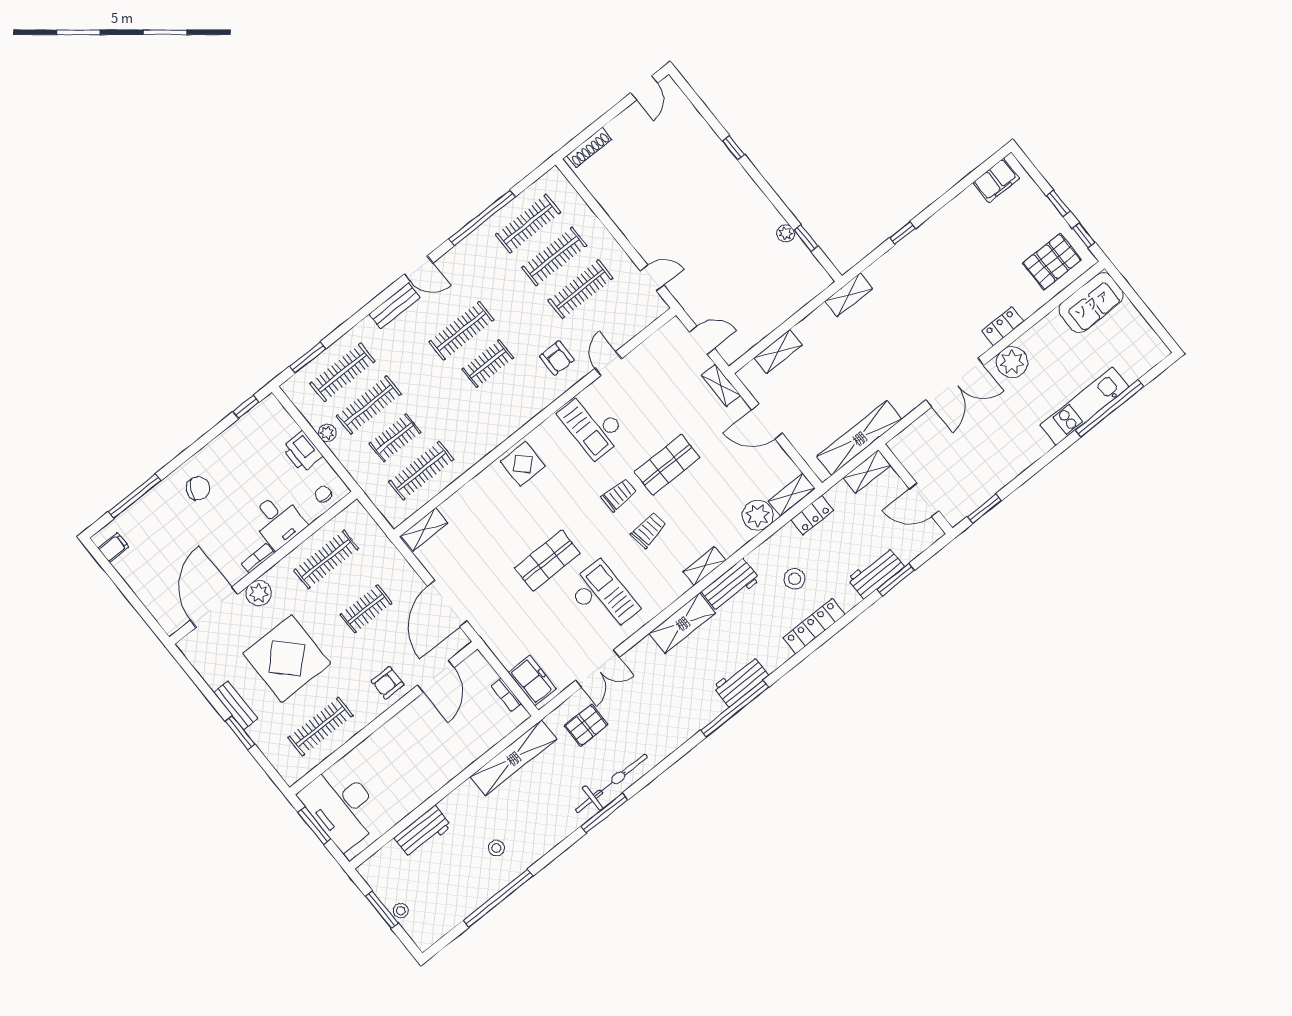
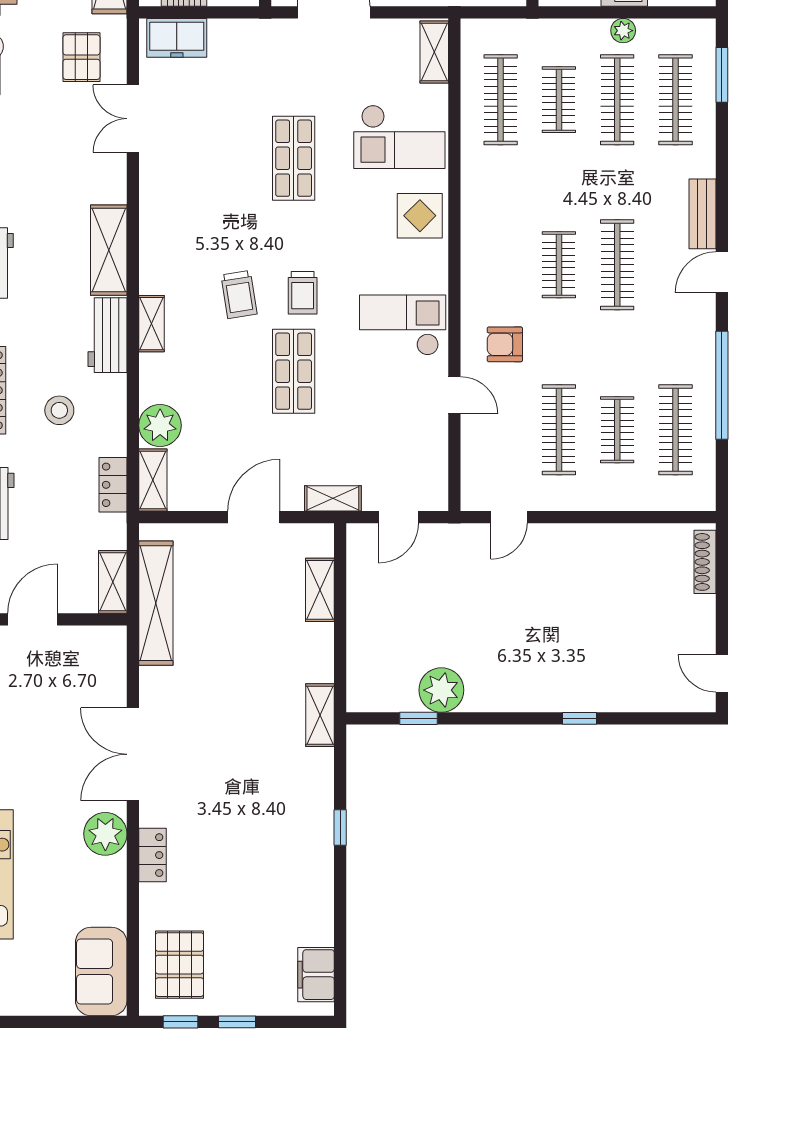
plant: (786, 233) -> (441, 690), width x1.88, depth x1.88
clothes rail: (554, 256) -> (617, 430), width x0.73
checkout: (603, 598) -> (399, 137), moved

